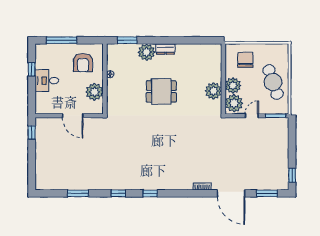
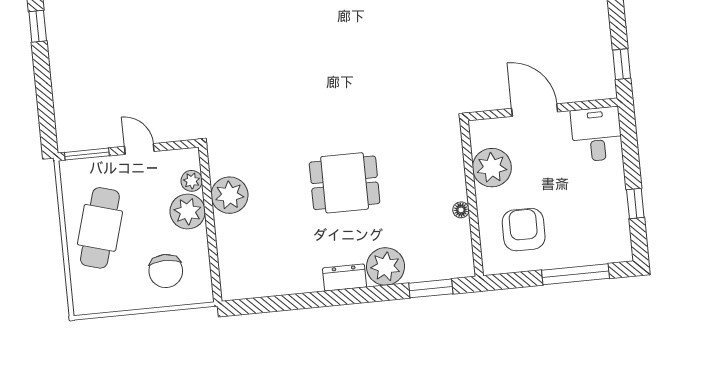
desk: (47, 81) -> (597, 134), moved, turned -90
cafe table: (273, 82) -> (100, 228), turned 35
plant: (234, 103) -> (192, 181), width x0.53, depth x0.53
door: (252, 116) -> (139, 149), swing flipped

